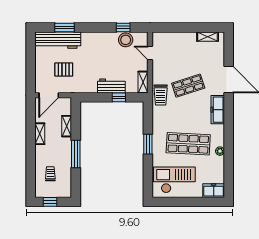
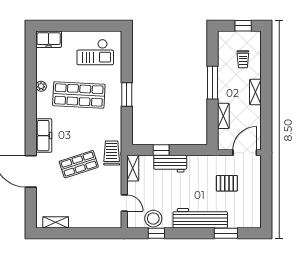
workbench: (58, 40) -> (200, 218), moved
shelving: (40, 134) -> (255, 92), moved
checkout: (174, 180) -> (95, 52), width x0.73, depth x0.83

